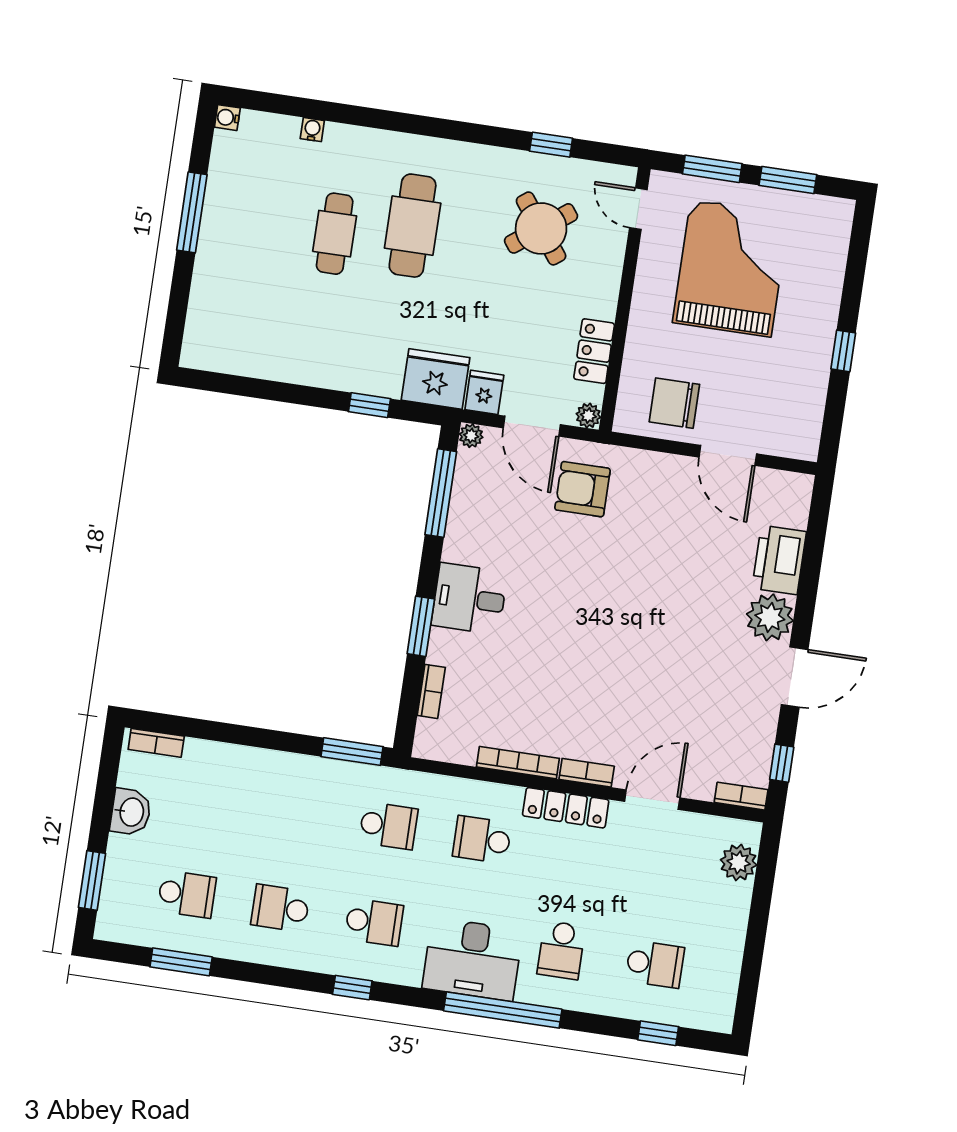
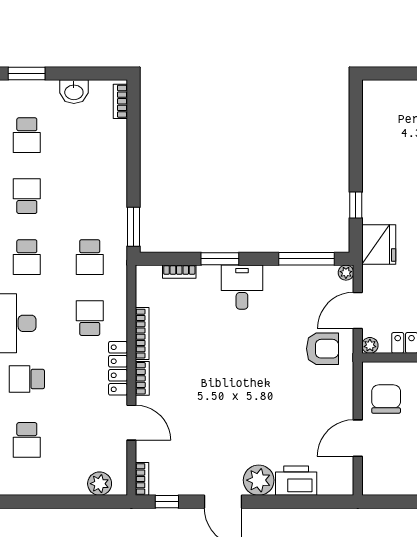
fridge: (484, 392) -> (375, 277), removed
armchair: (583, 489) -> (323, 349), turned 90

